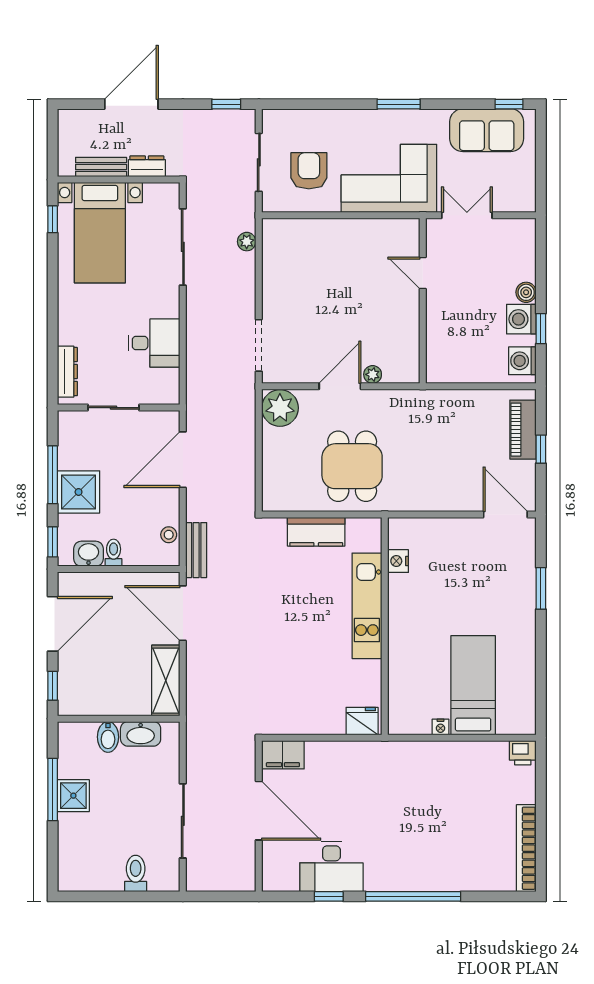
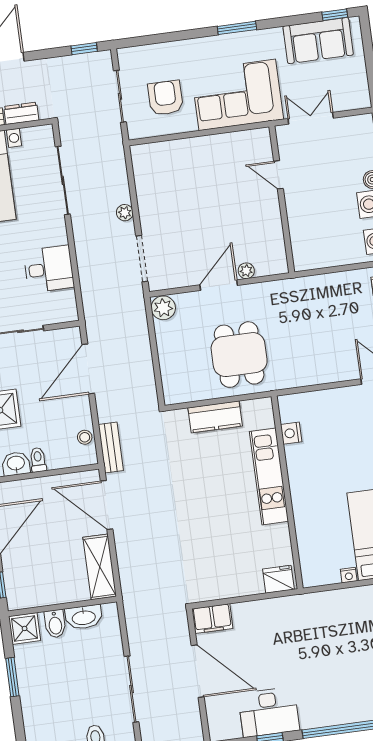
plant: (247, 242) -> (125, 213), moved
plant: (280, 408) -> (163, 308), width x0.73, depth x0.73
window: (53, 790) -> (12, 677), width x0.69
shower: (73, 796) -> (25, 628), moved

